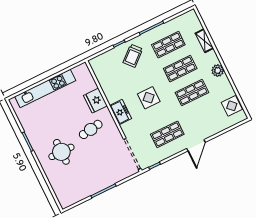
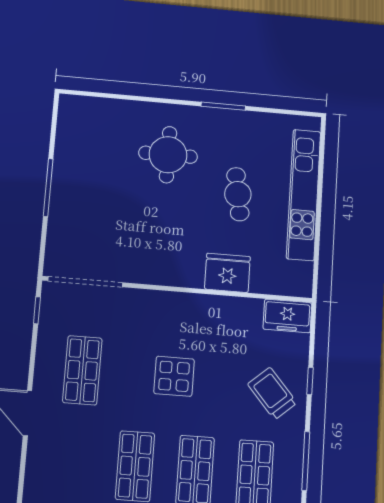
freezer: (121, 112) -> (287, 316), moved
cafe table: (91, 129) -> (238, 194), moved

